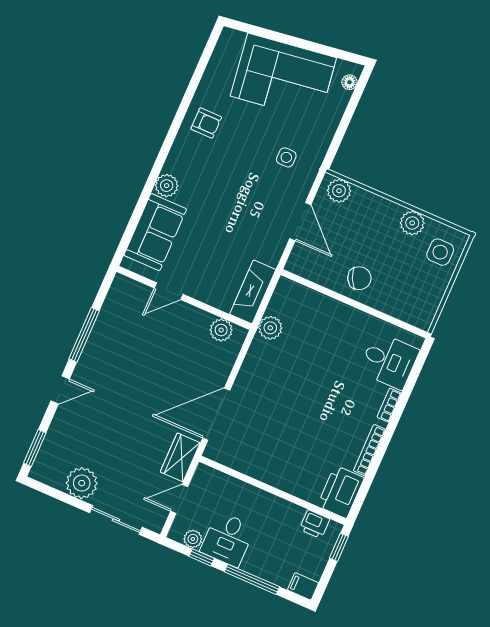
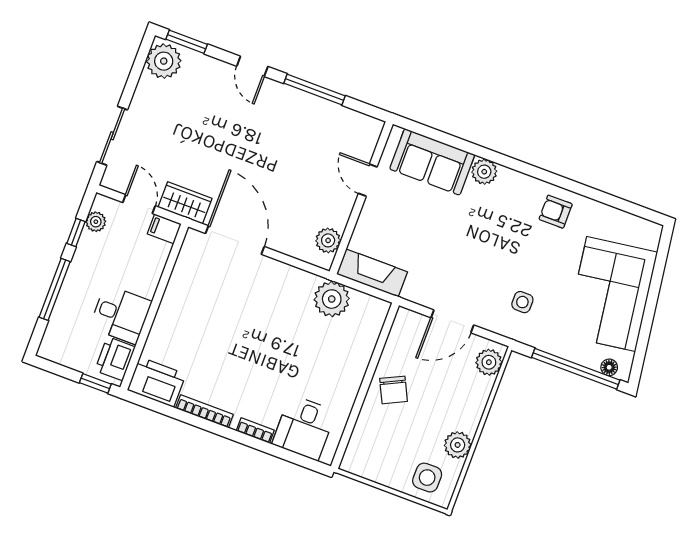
window: (349, 112) -> (576, 369), added
armchair: (206, 123) -> (556, 212), turned 90
plant: (270, 328) -> (332, 299), width x1.36, depth x1.36
plant: (82, 483) -> (164, 61), moved
printer: (315, 524) -> (115, 359), width x1.36, depth x1.24
desk: (228, 539) -> (121, 314), moved, turned 180
filing cabinet: (303, 586) -> (164, 229), moved, turned -90

